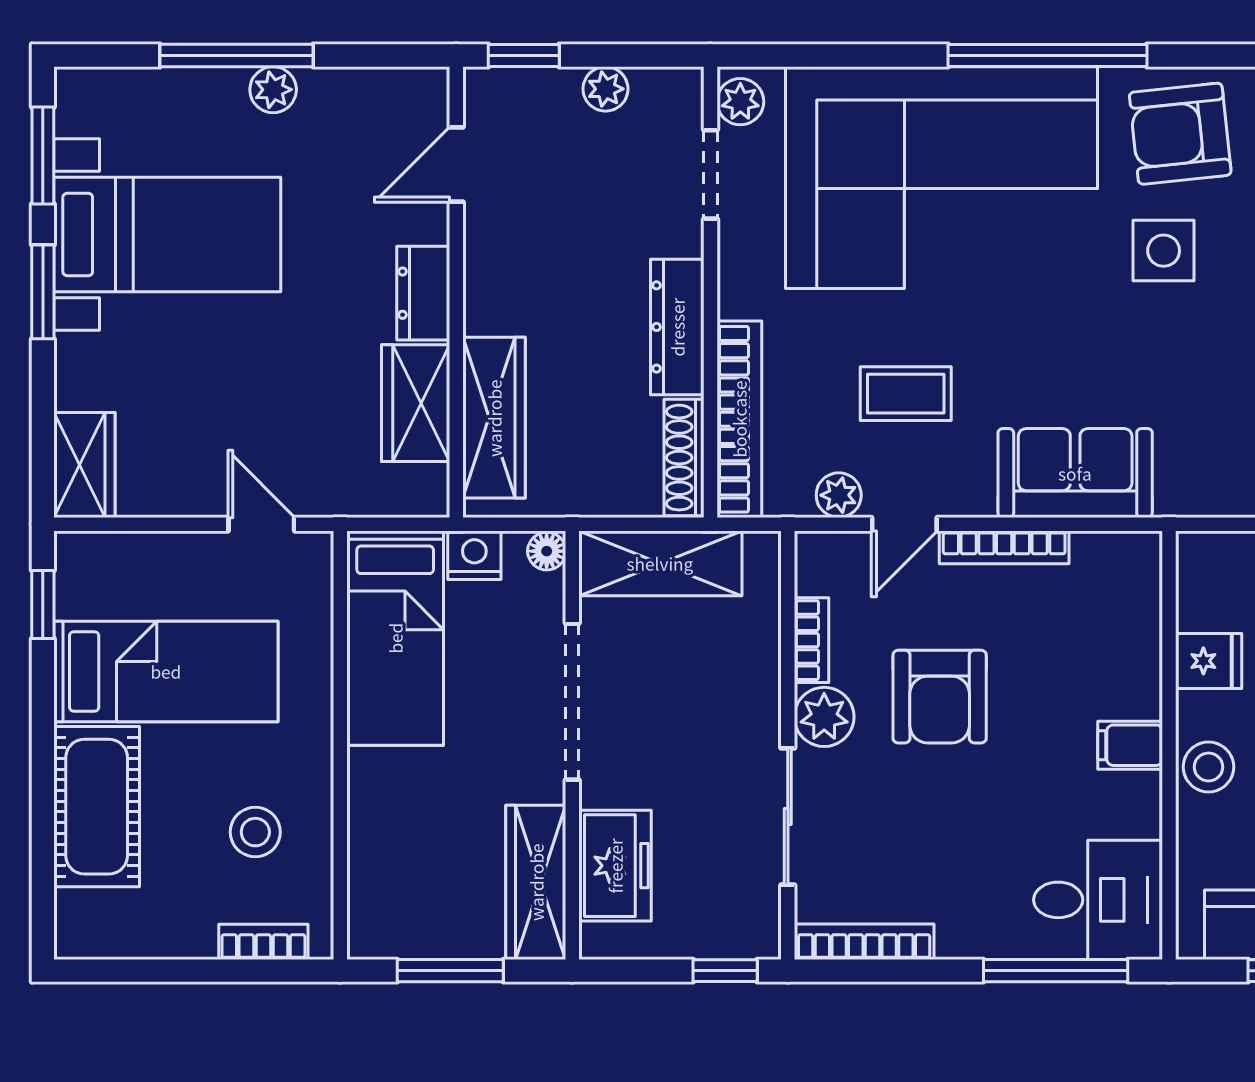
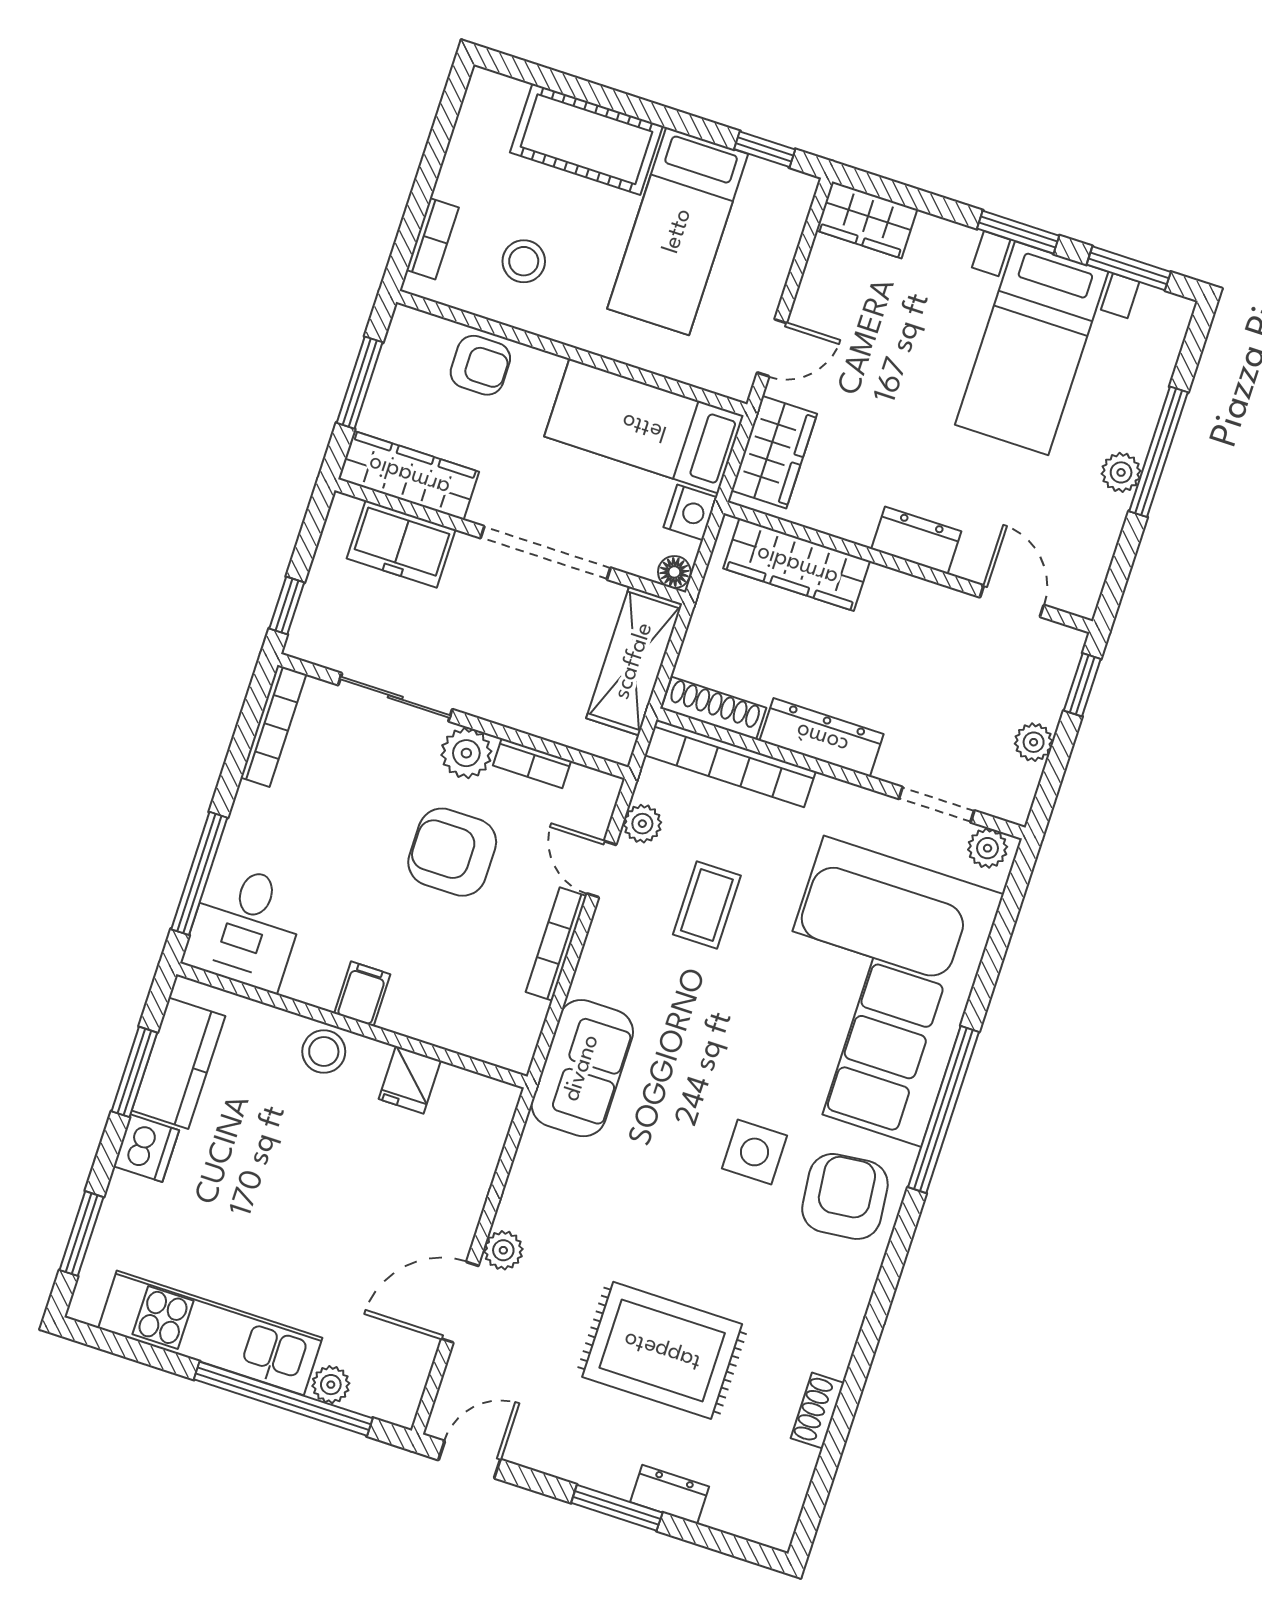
wardrobe: (416, 403) -> (774, 452), moved, turned 90
sofa: (1075, 473) -> (582, 1068), moved
armchair: (387, 842) -> (480, 365), added

